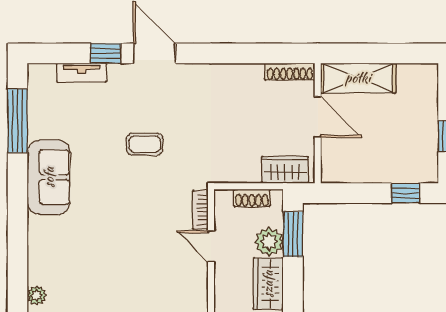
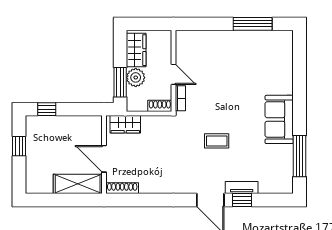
tv unit: (82, 73) -> (242, 188), moved
shoe rack: (252, 198) -> (160, 106), moved
plant: (37, 295) -> (287, 43), removed

